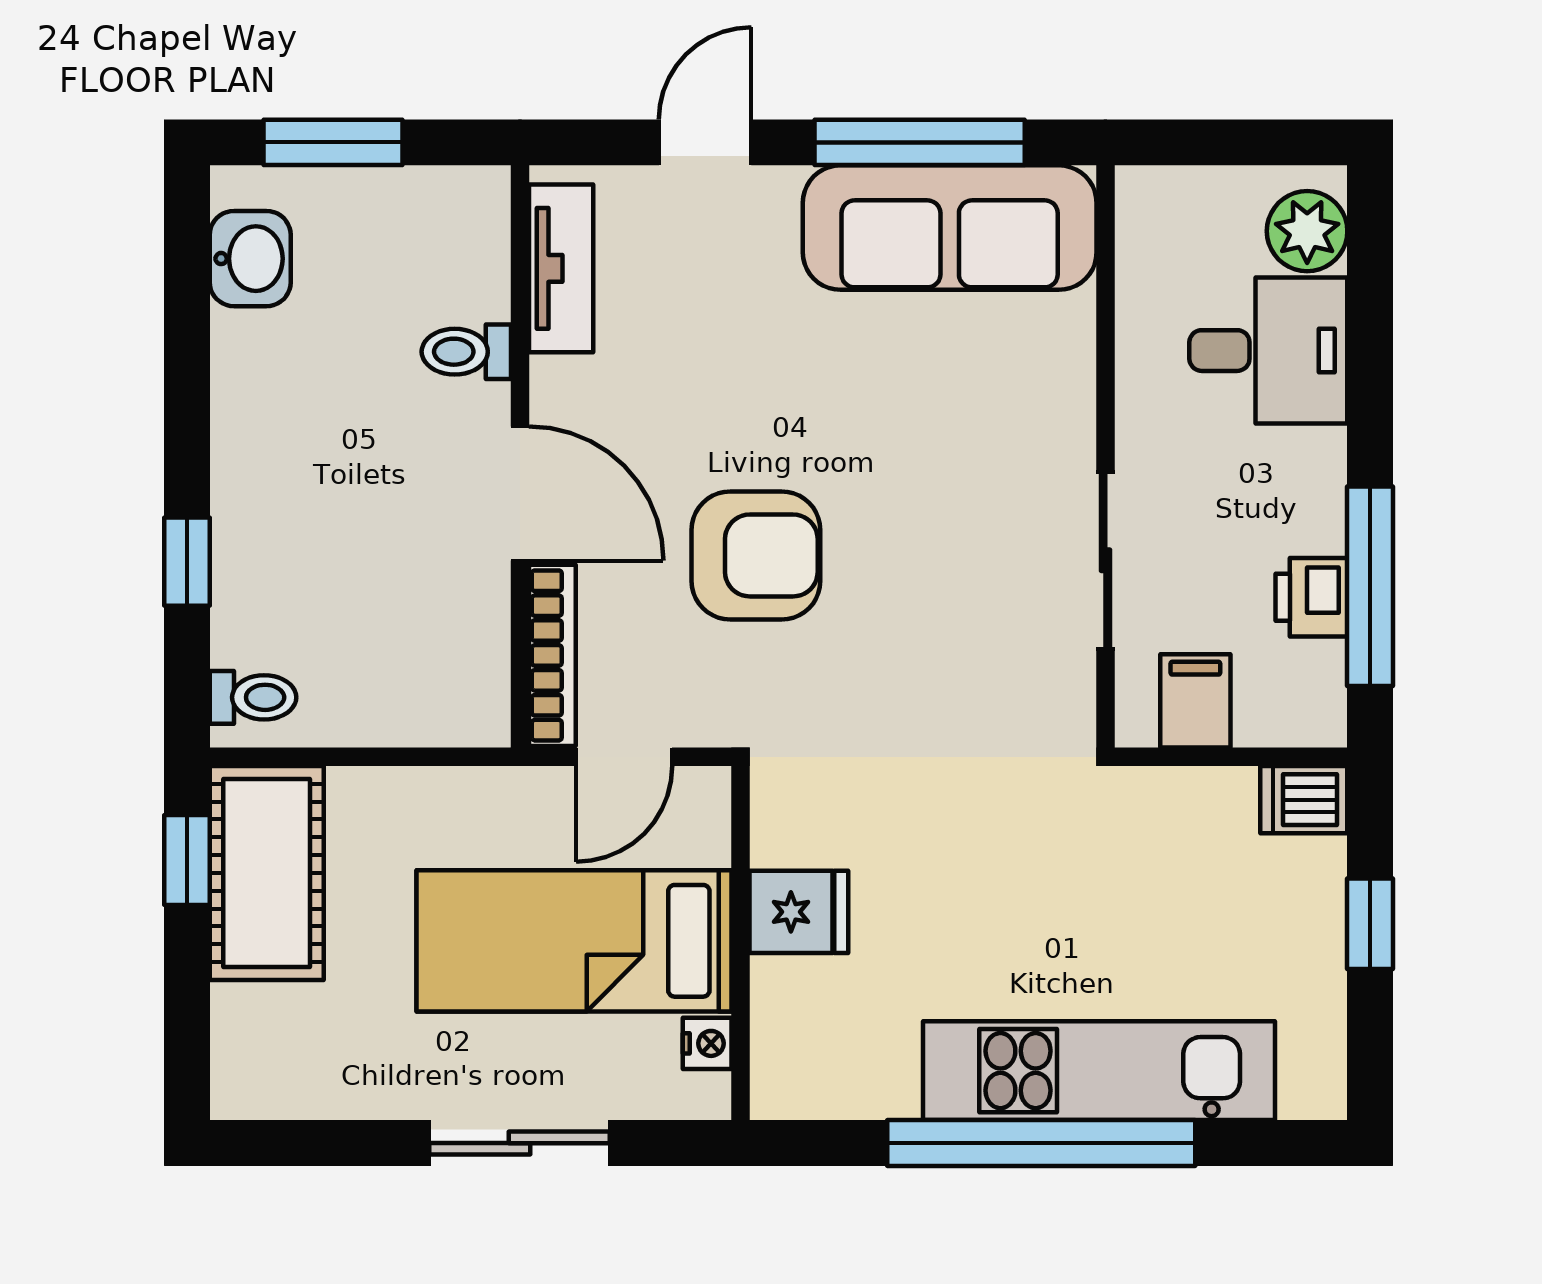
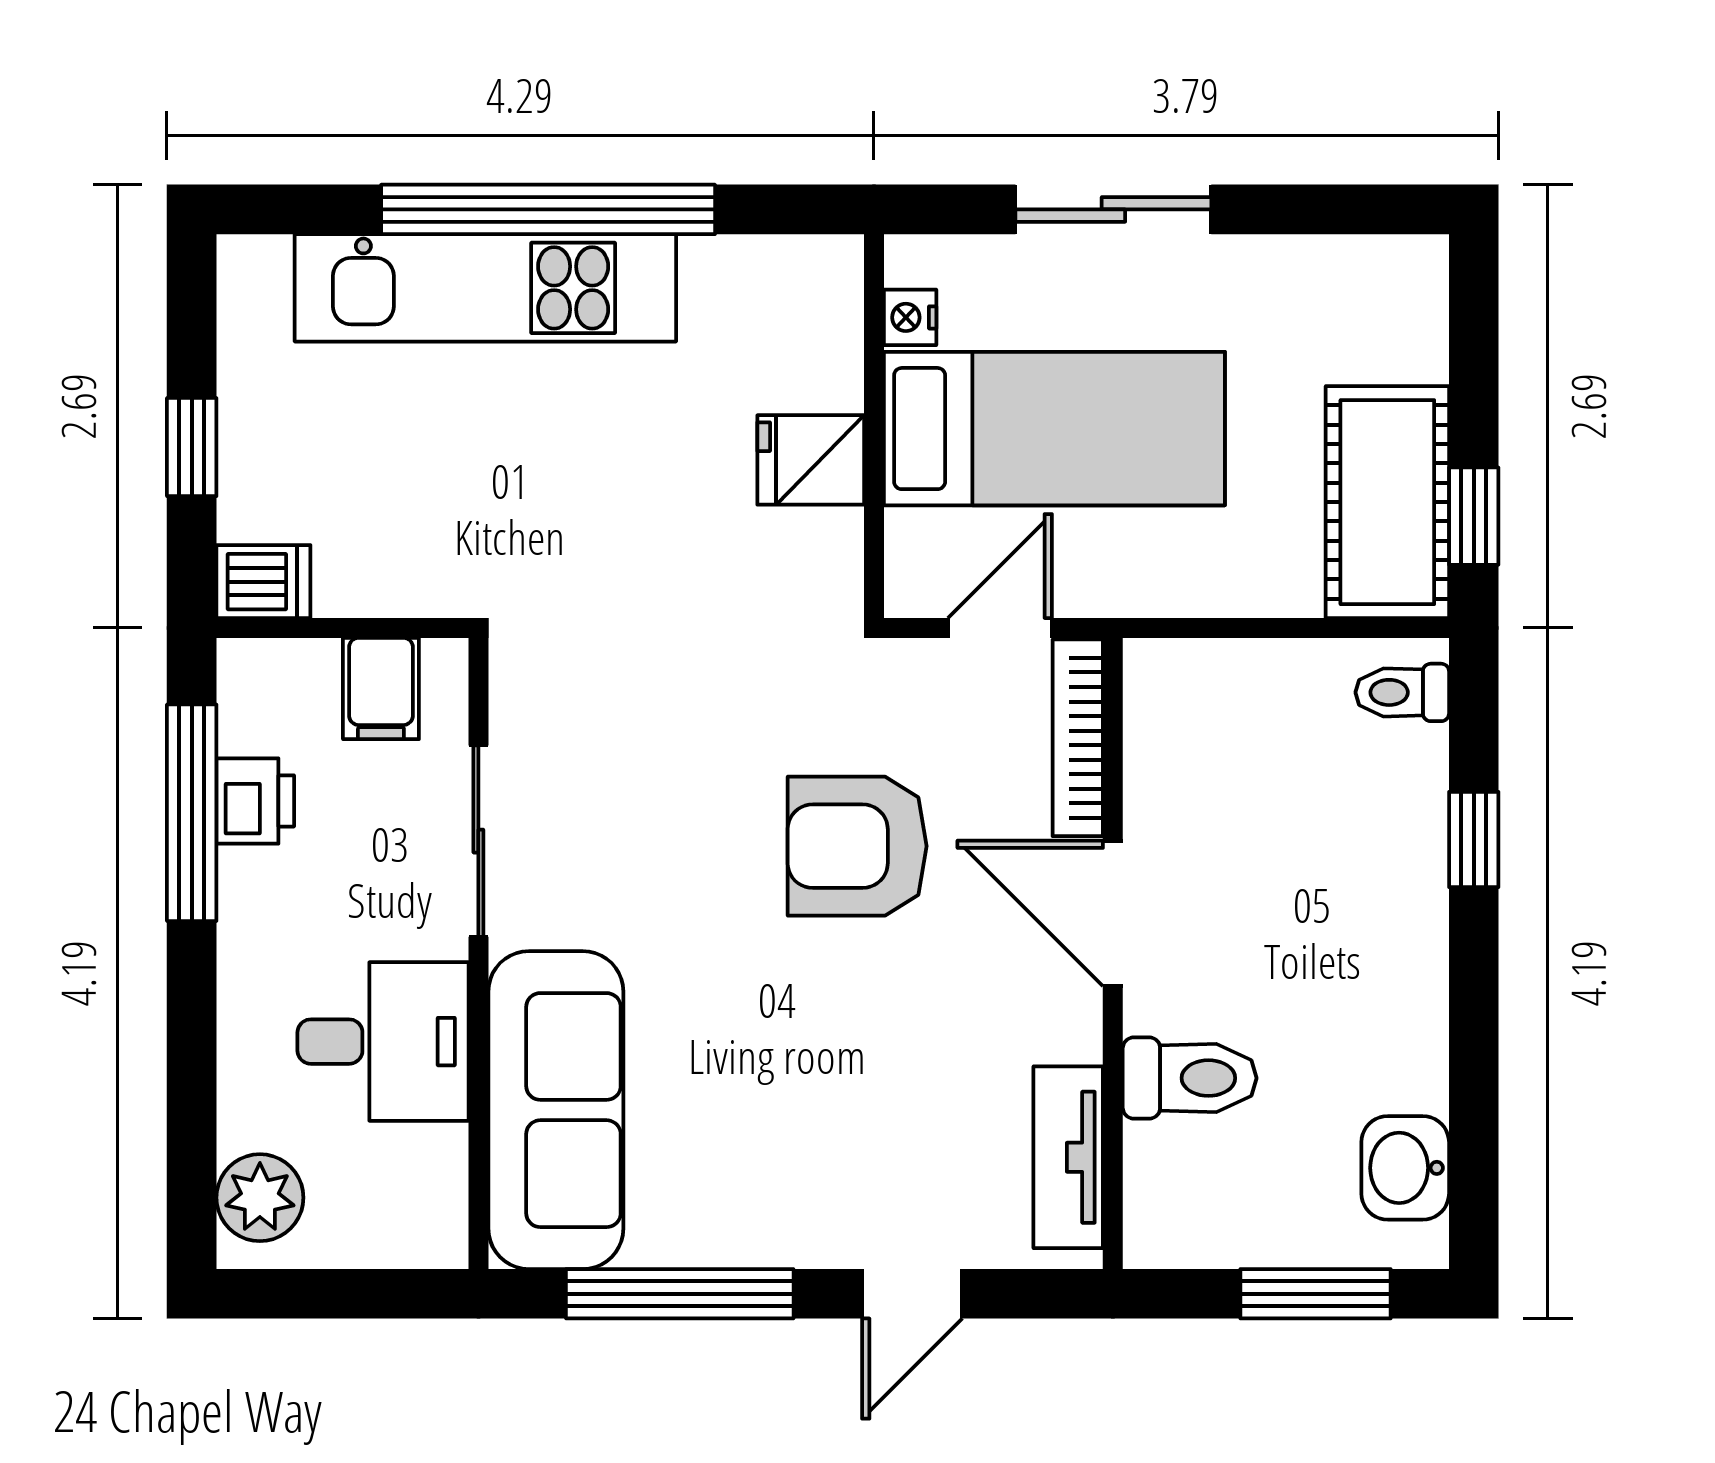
sofa: (950, 228) -> (556, 1110), moved, turned 90
desk: (1268, 351) -> (383, 1042), moved, turned 180
toilet: (466, 352) -> (1190, 1078), width x1.37, depth x1.39

